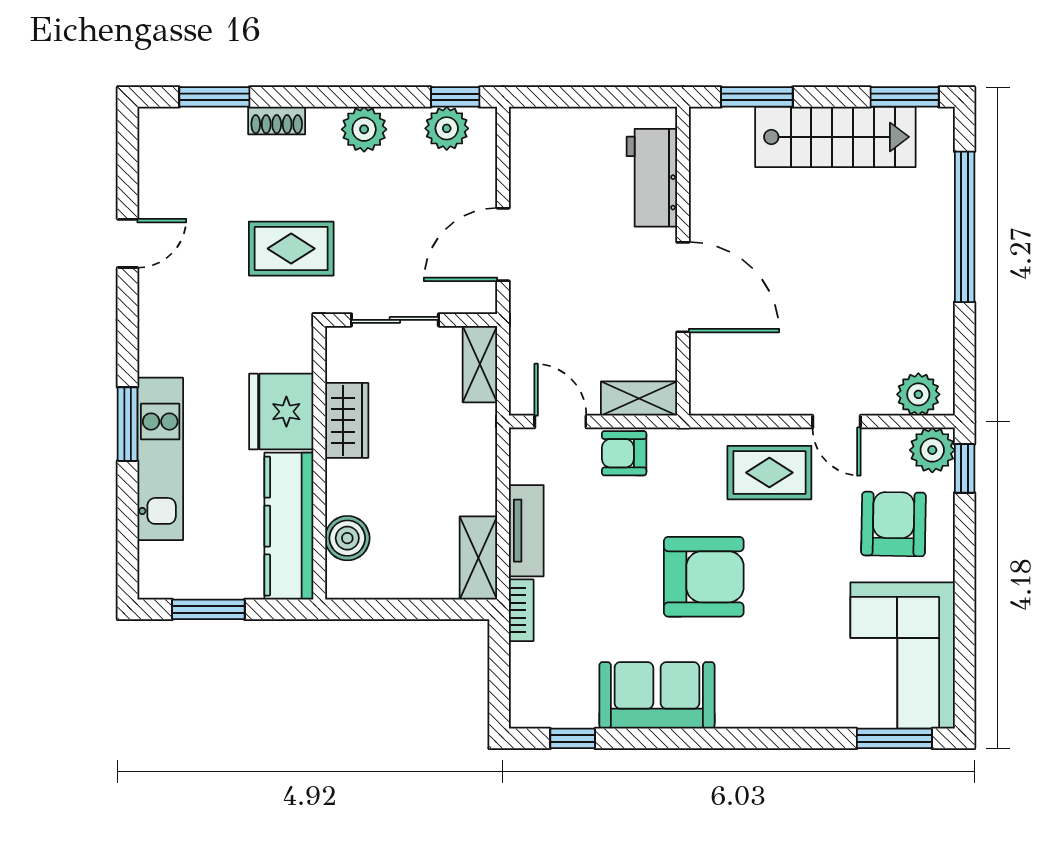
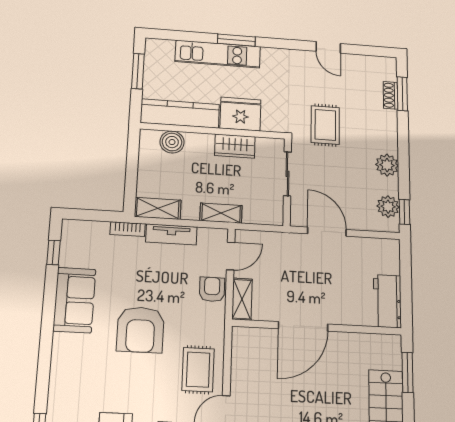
shoe rack: (277, 121) -> (390, 95), moved
workbench: (652, 178) -> (387, 301), moved, turned -90
shelving: (480, 364) -> (221, 213), moved

